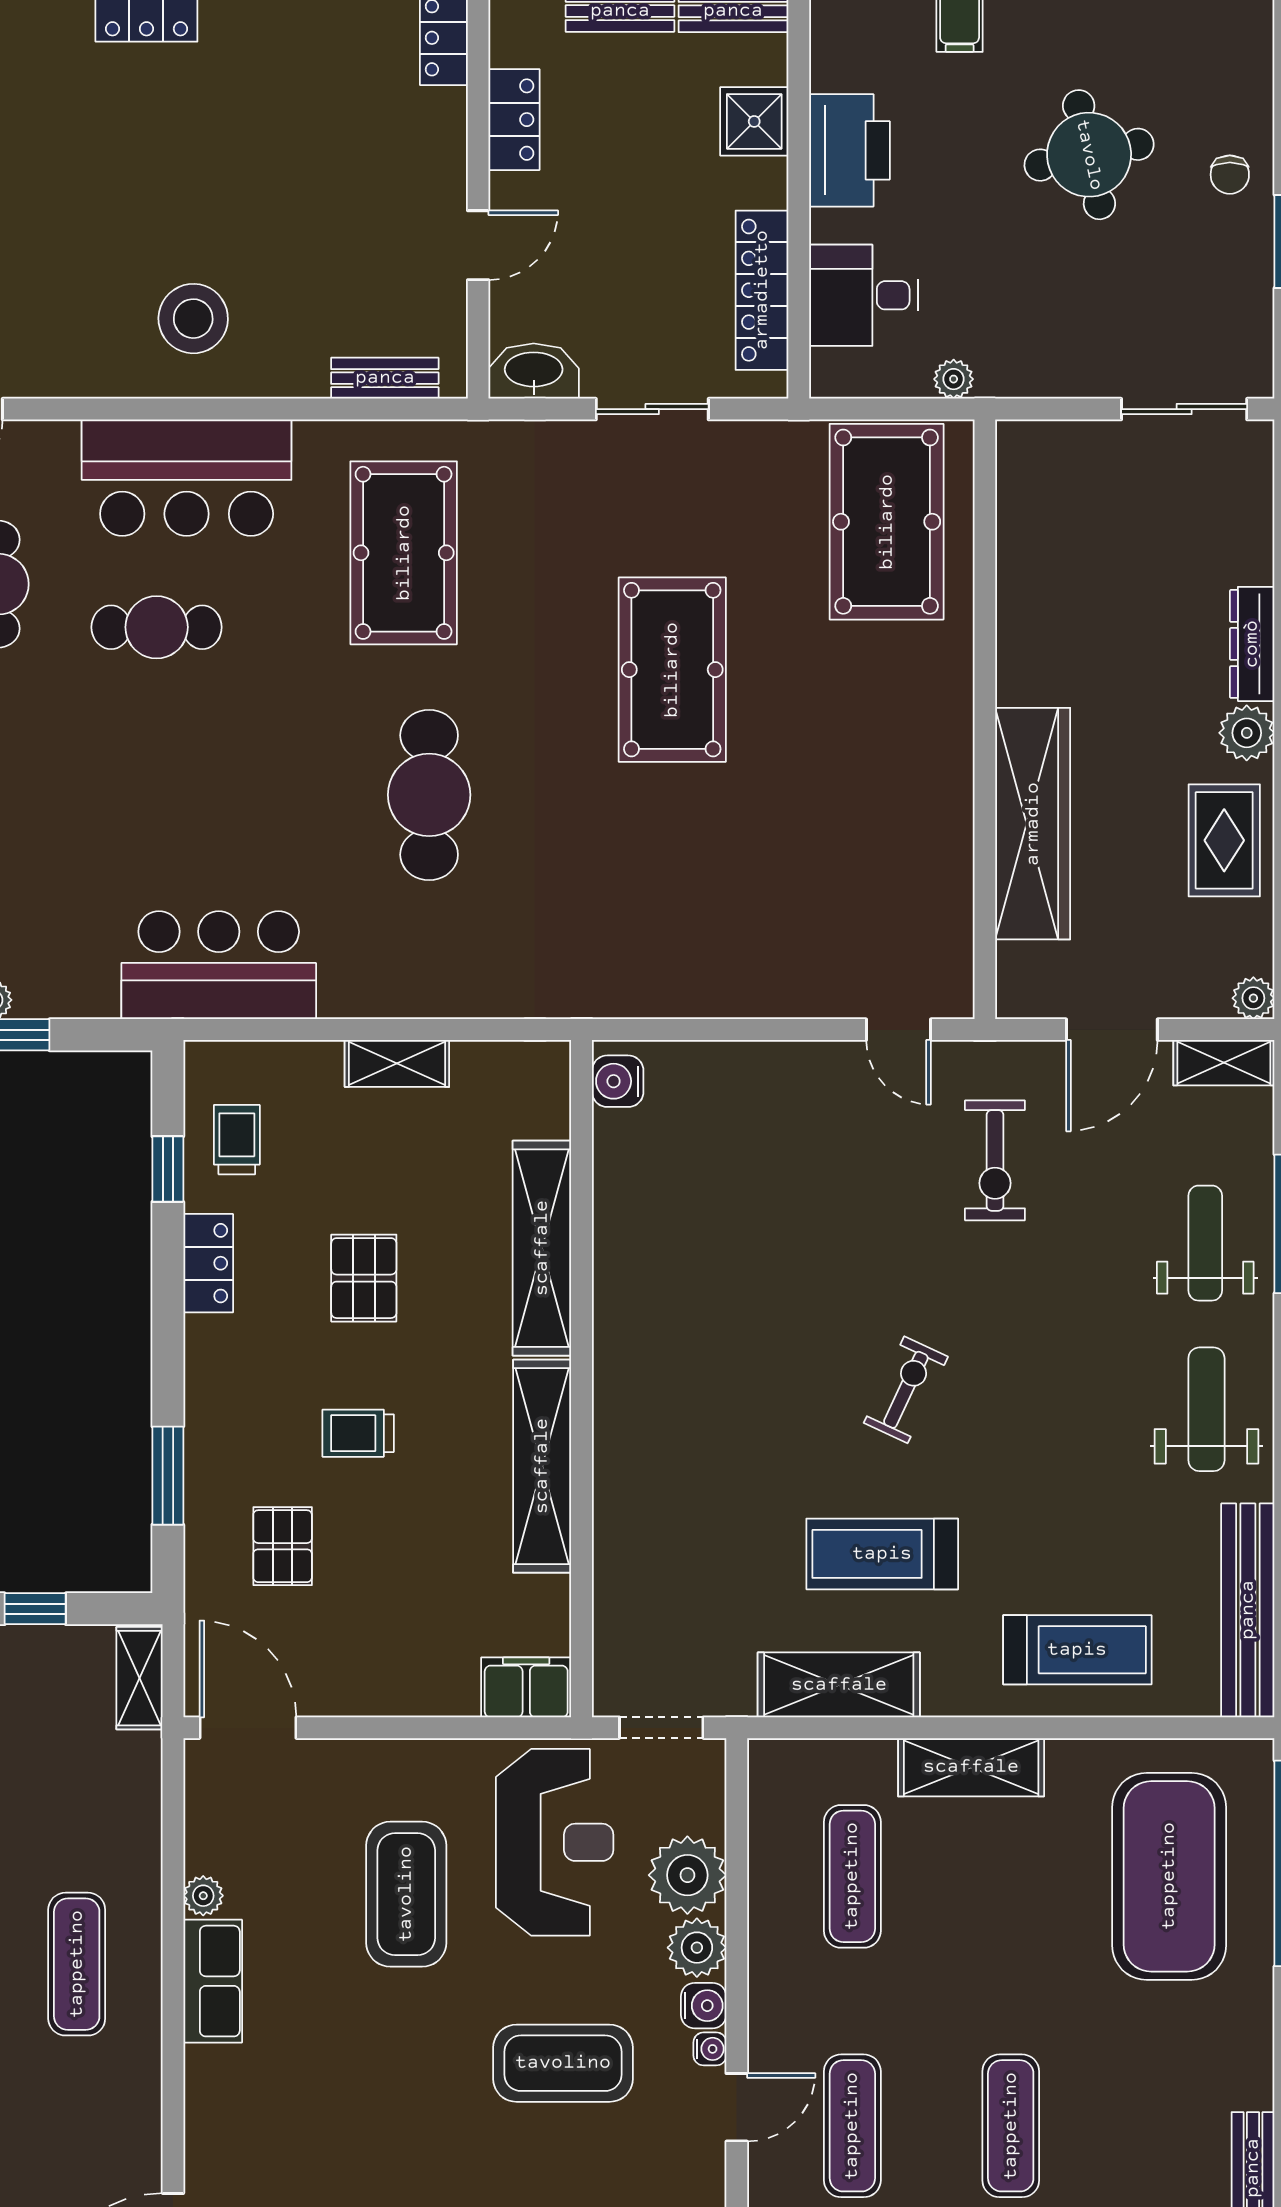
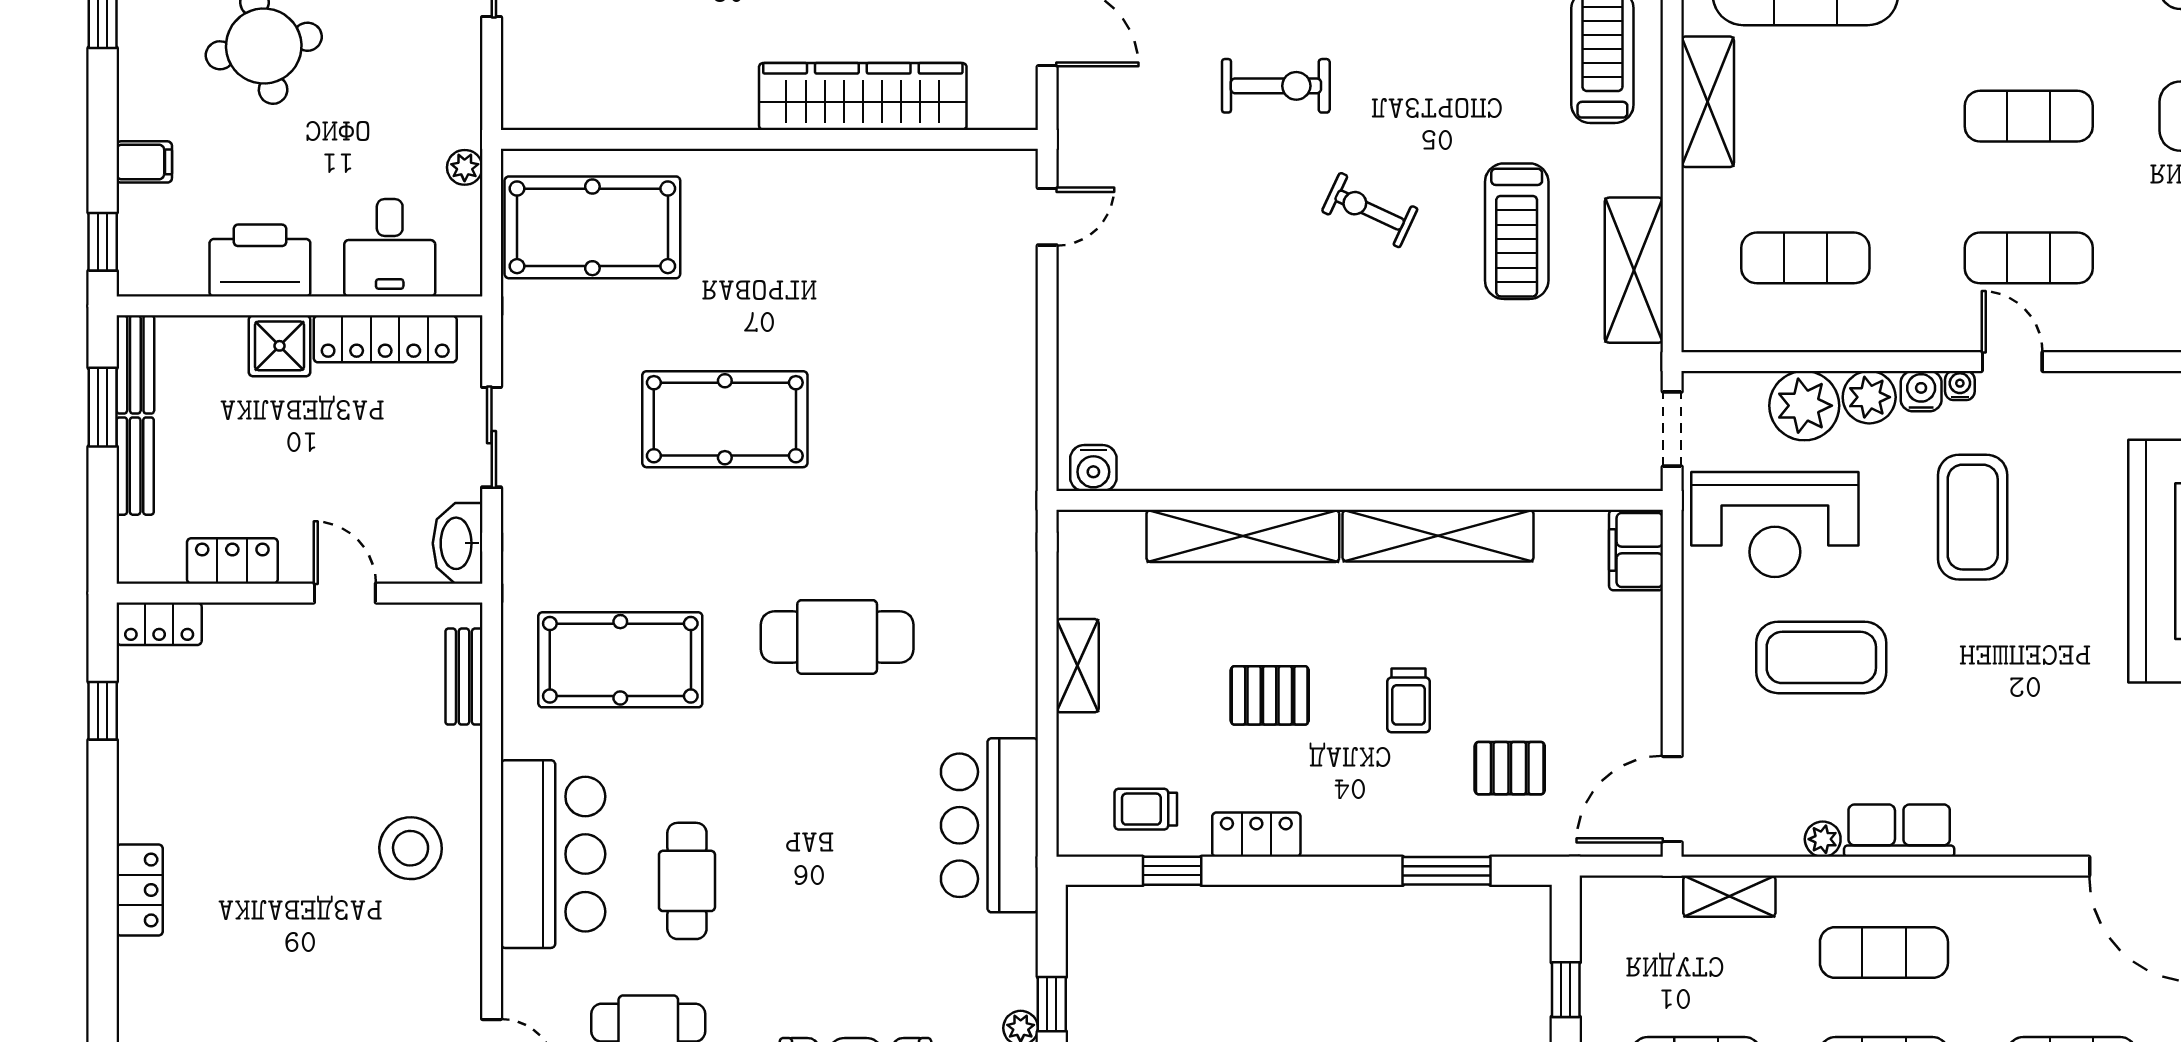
shower: (754, 121) -> (279, 346), moved
exercise bike: (995, 1160) -> (1276, 86), moved
shelving: (140, 1678) -> (1729, 896), moved
shelving: (971, 1767) -> (1708, 102), moved
reception desk: (555, 1842) -> (1775, 525), turned 180

